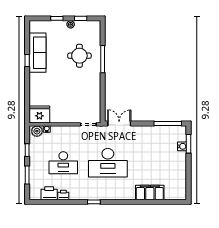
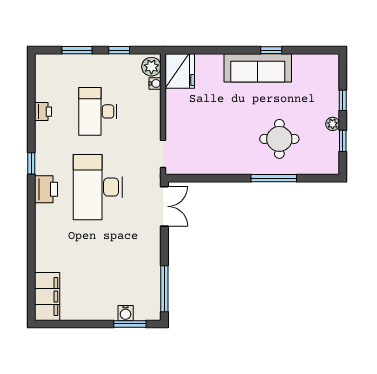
sofa: (38, 53) -> (258, 68), moved
printer: (49, 193) -> (46, 189), moved
filing cabinet: (150, 193) -> (47, 297), moved

